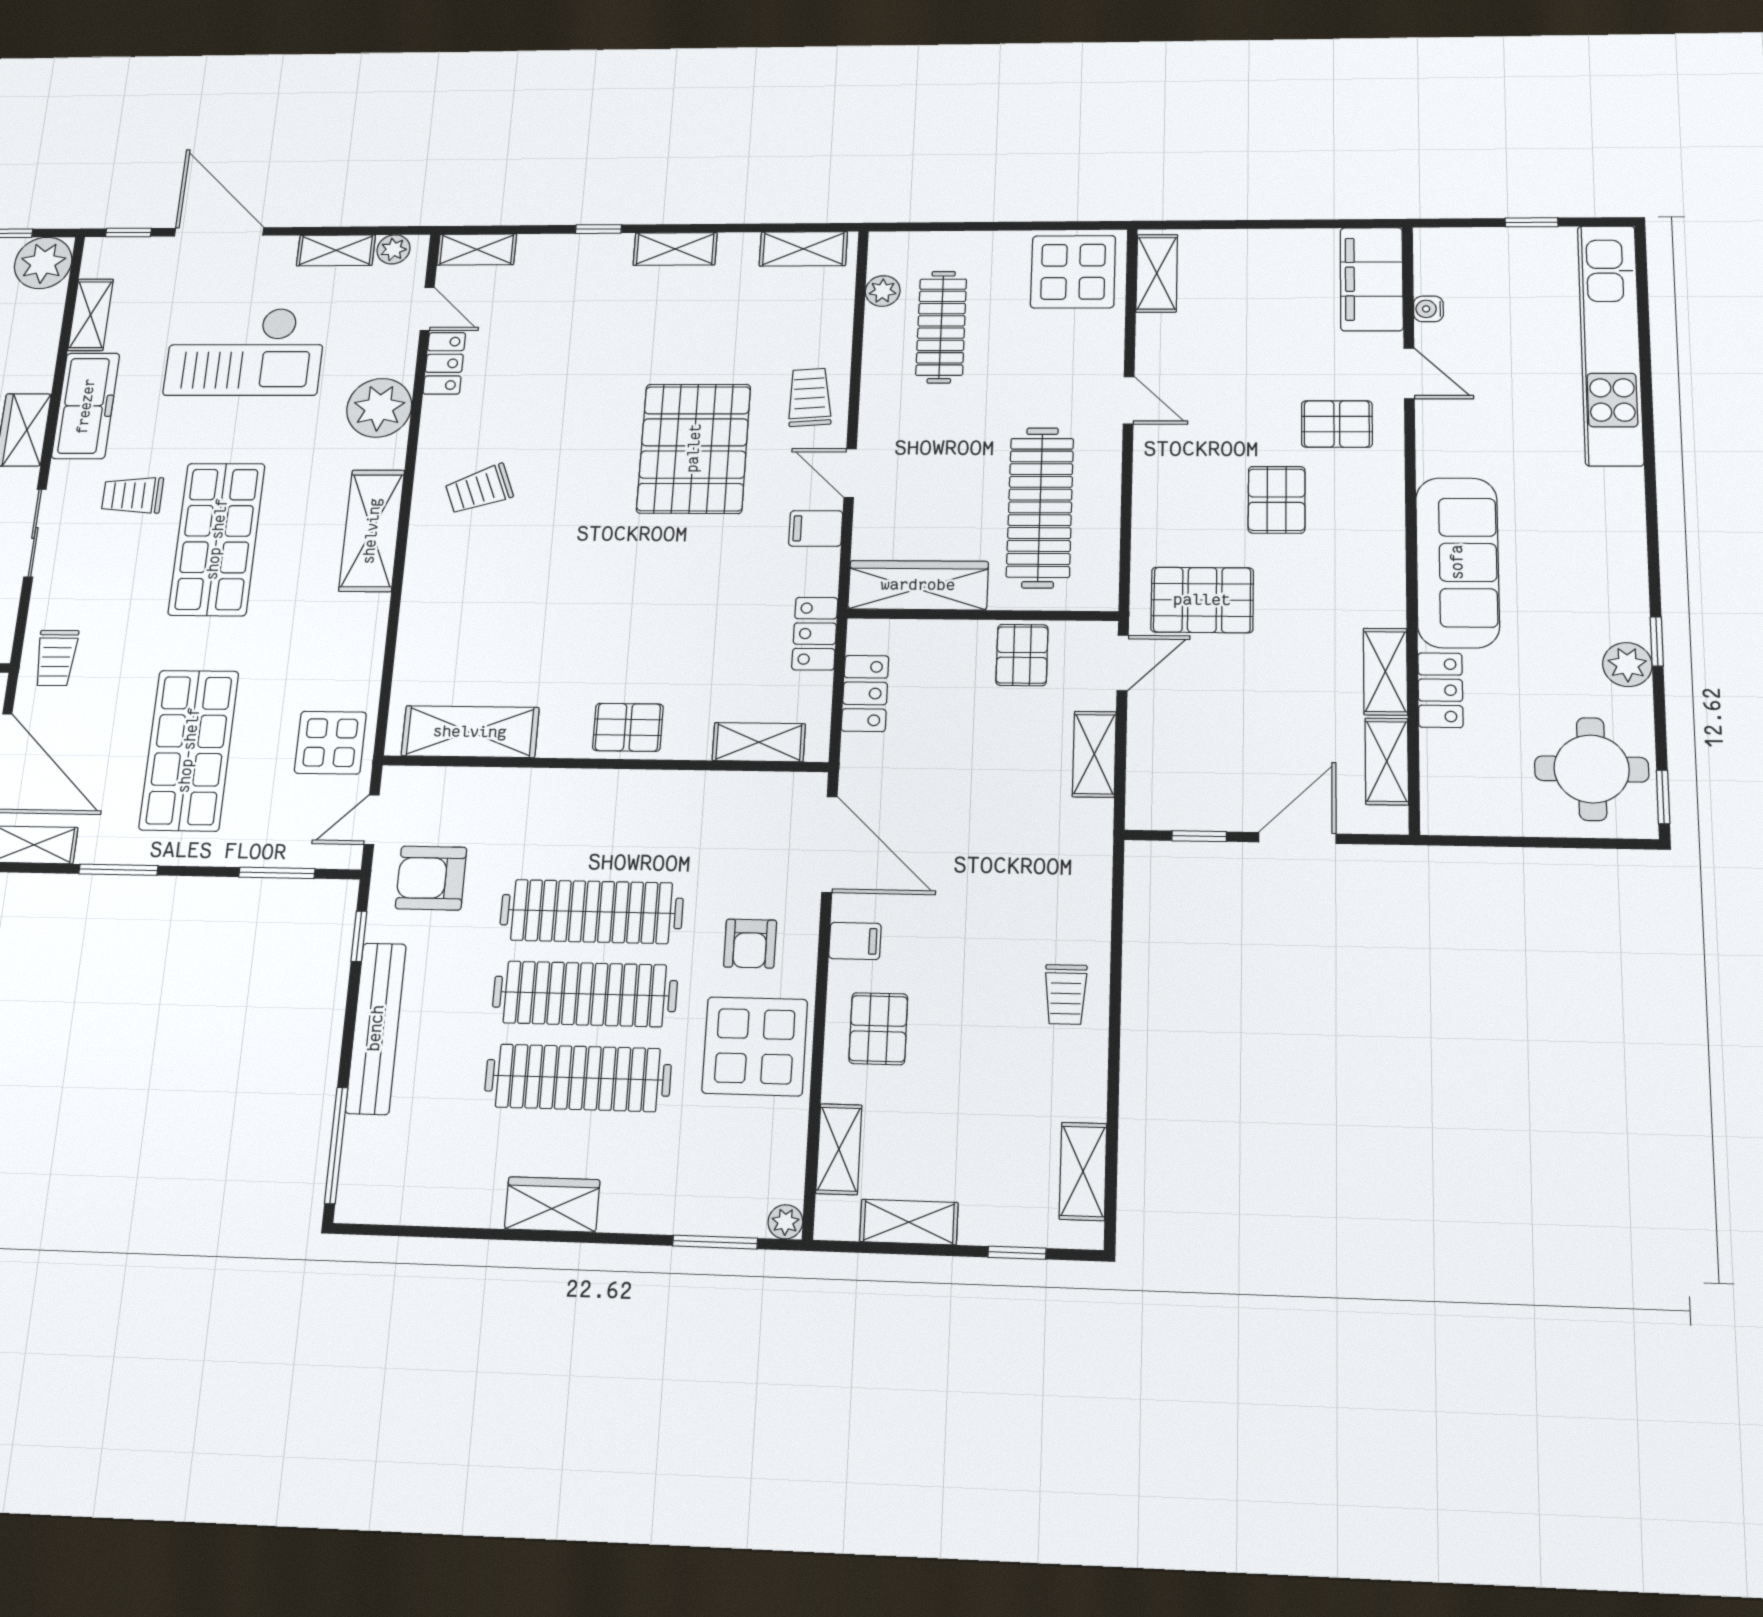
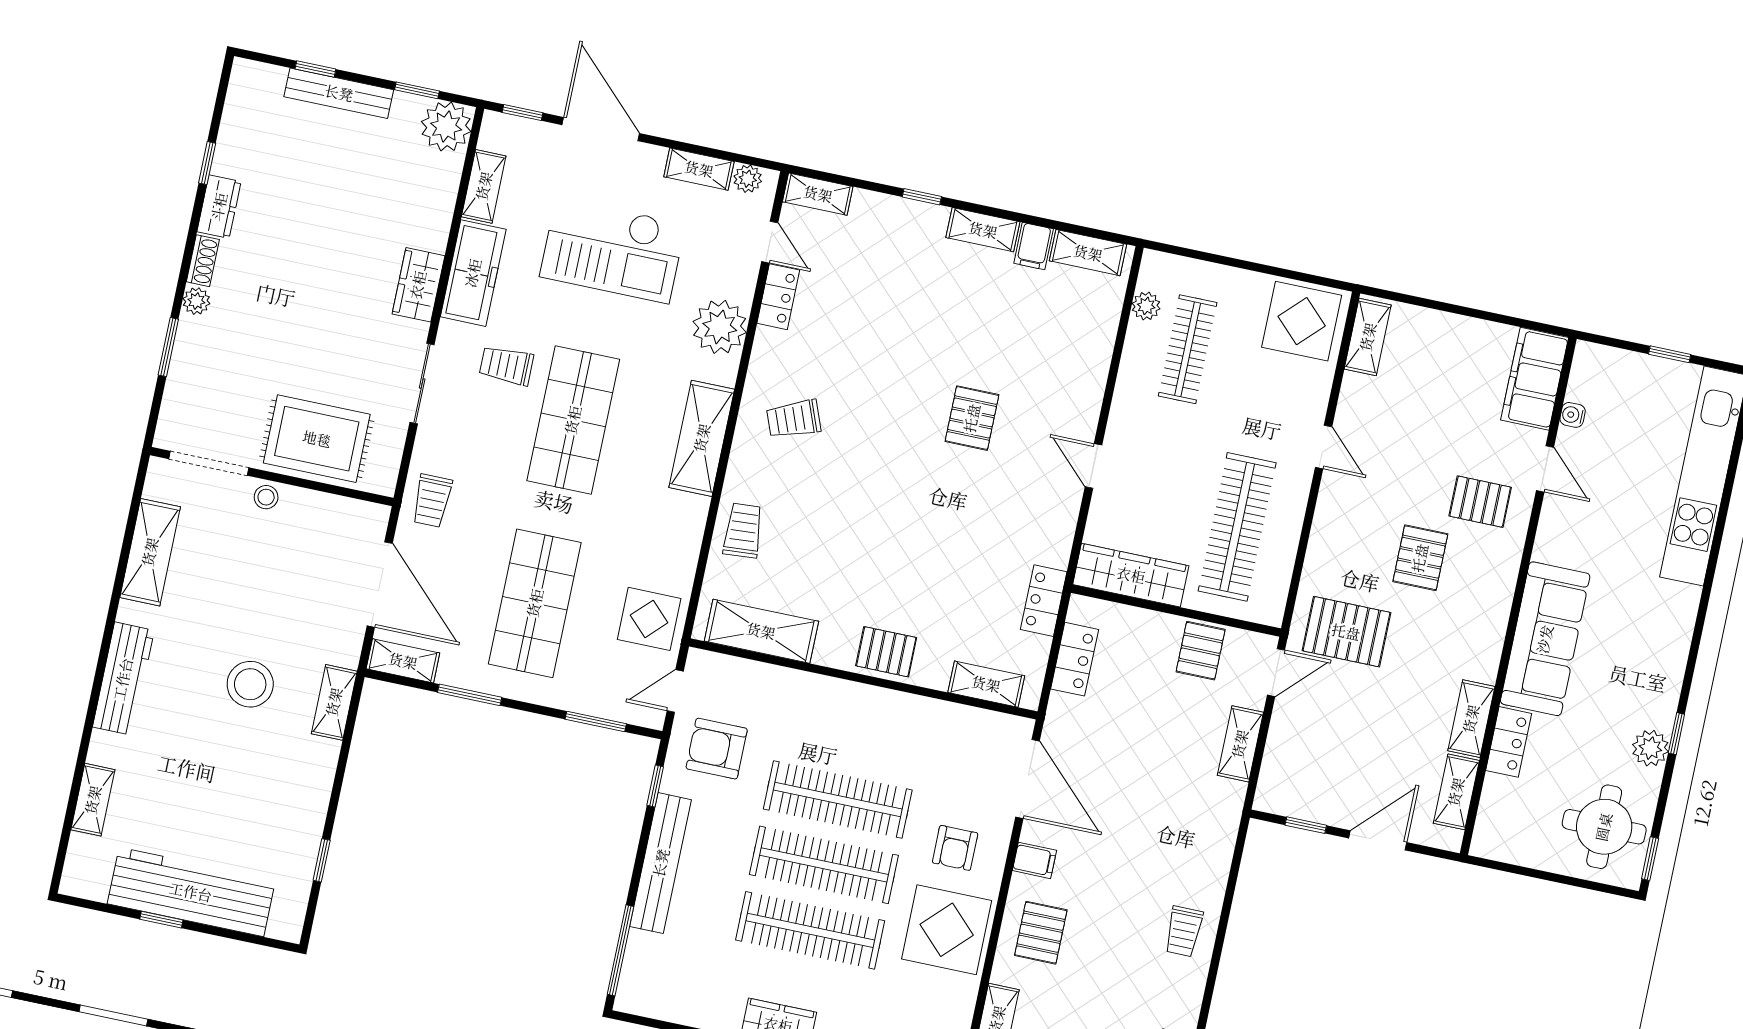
trolley: (810, 397) -> (743, 531), moved
pallet: (694, 448) -> (972, 418), width x0.49, depth x0.50
filing cabinet: (816, 528) -> (1034, 246), moved, turned -90

